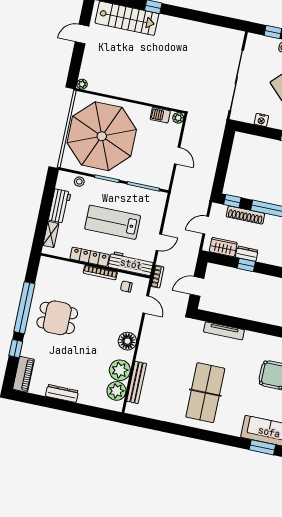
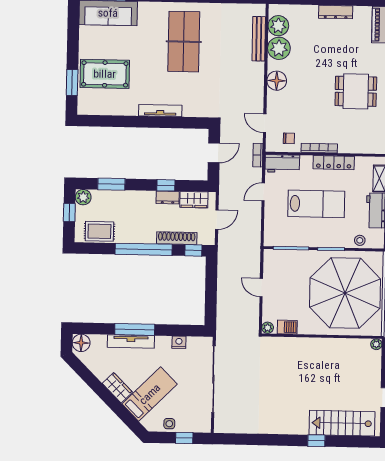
workbench: (131, 264) -> (282, 164), width x0.73
tv unit: (224, 331) -> (160, 111), moved

